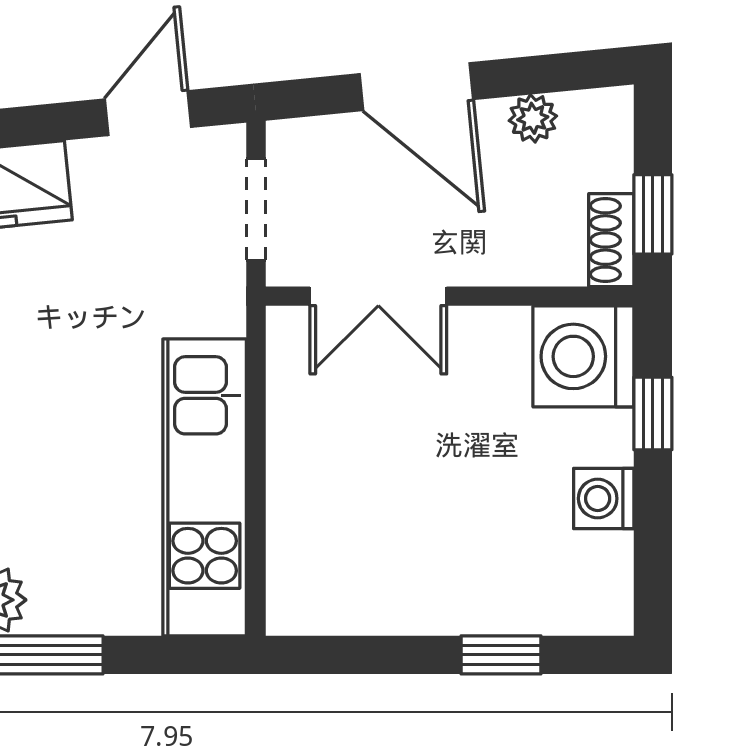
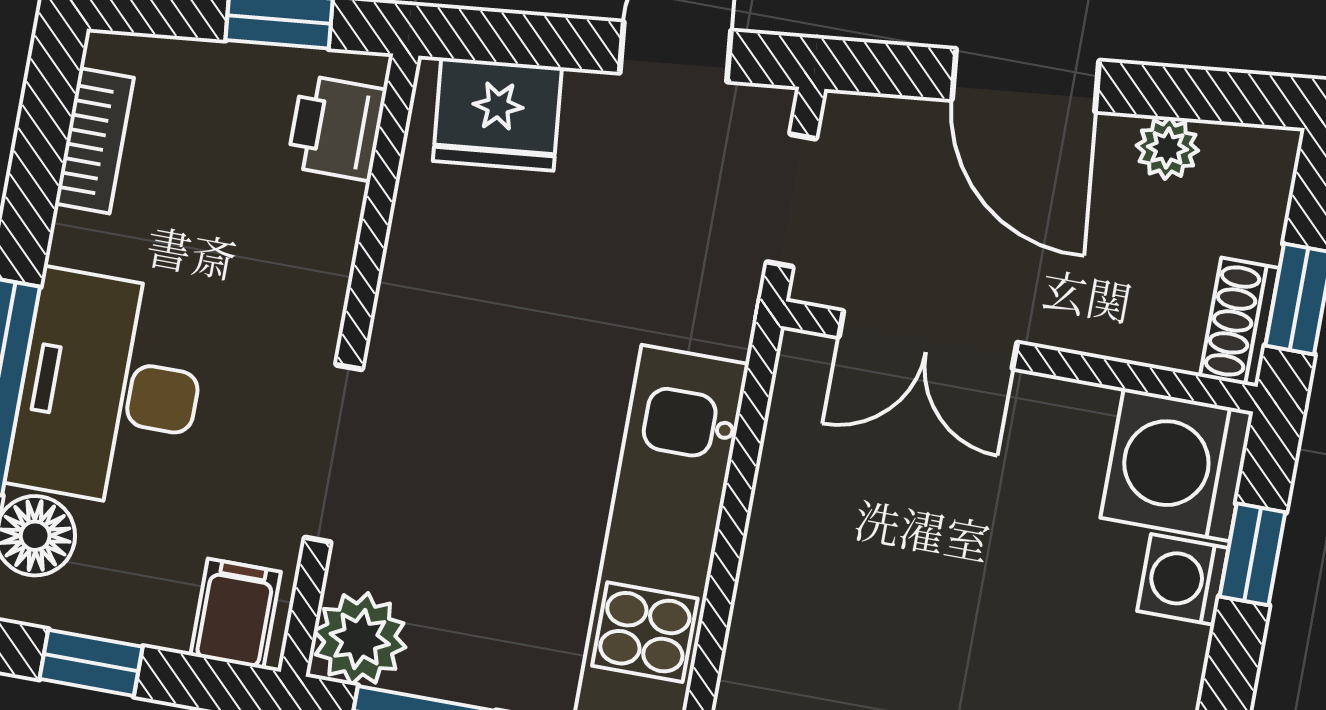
washing machine: (604, 499) -> (1183, 580), moved

